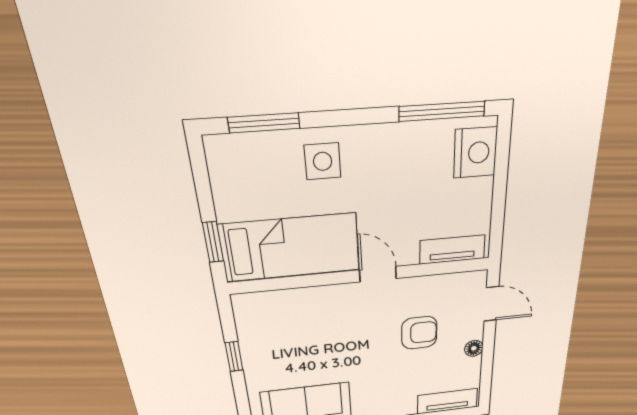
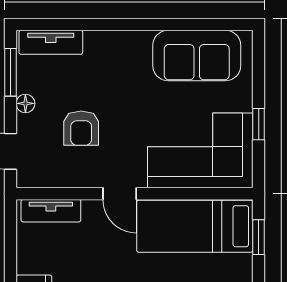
corner sofa: (293, 325) -> (200, 150), added
armchair: (419, 333) -> (81, 128), turned -90
window: (486, 373) -> (10, 72), added

